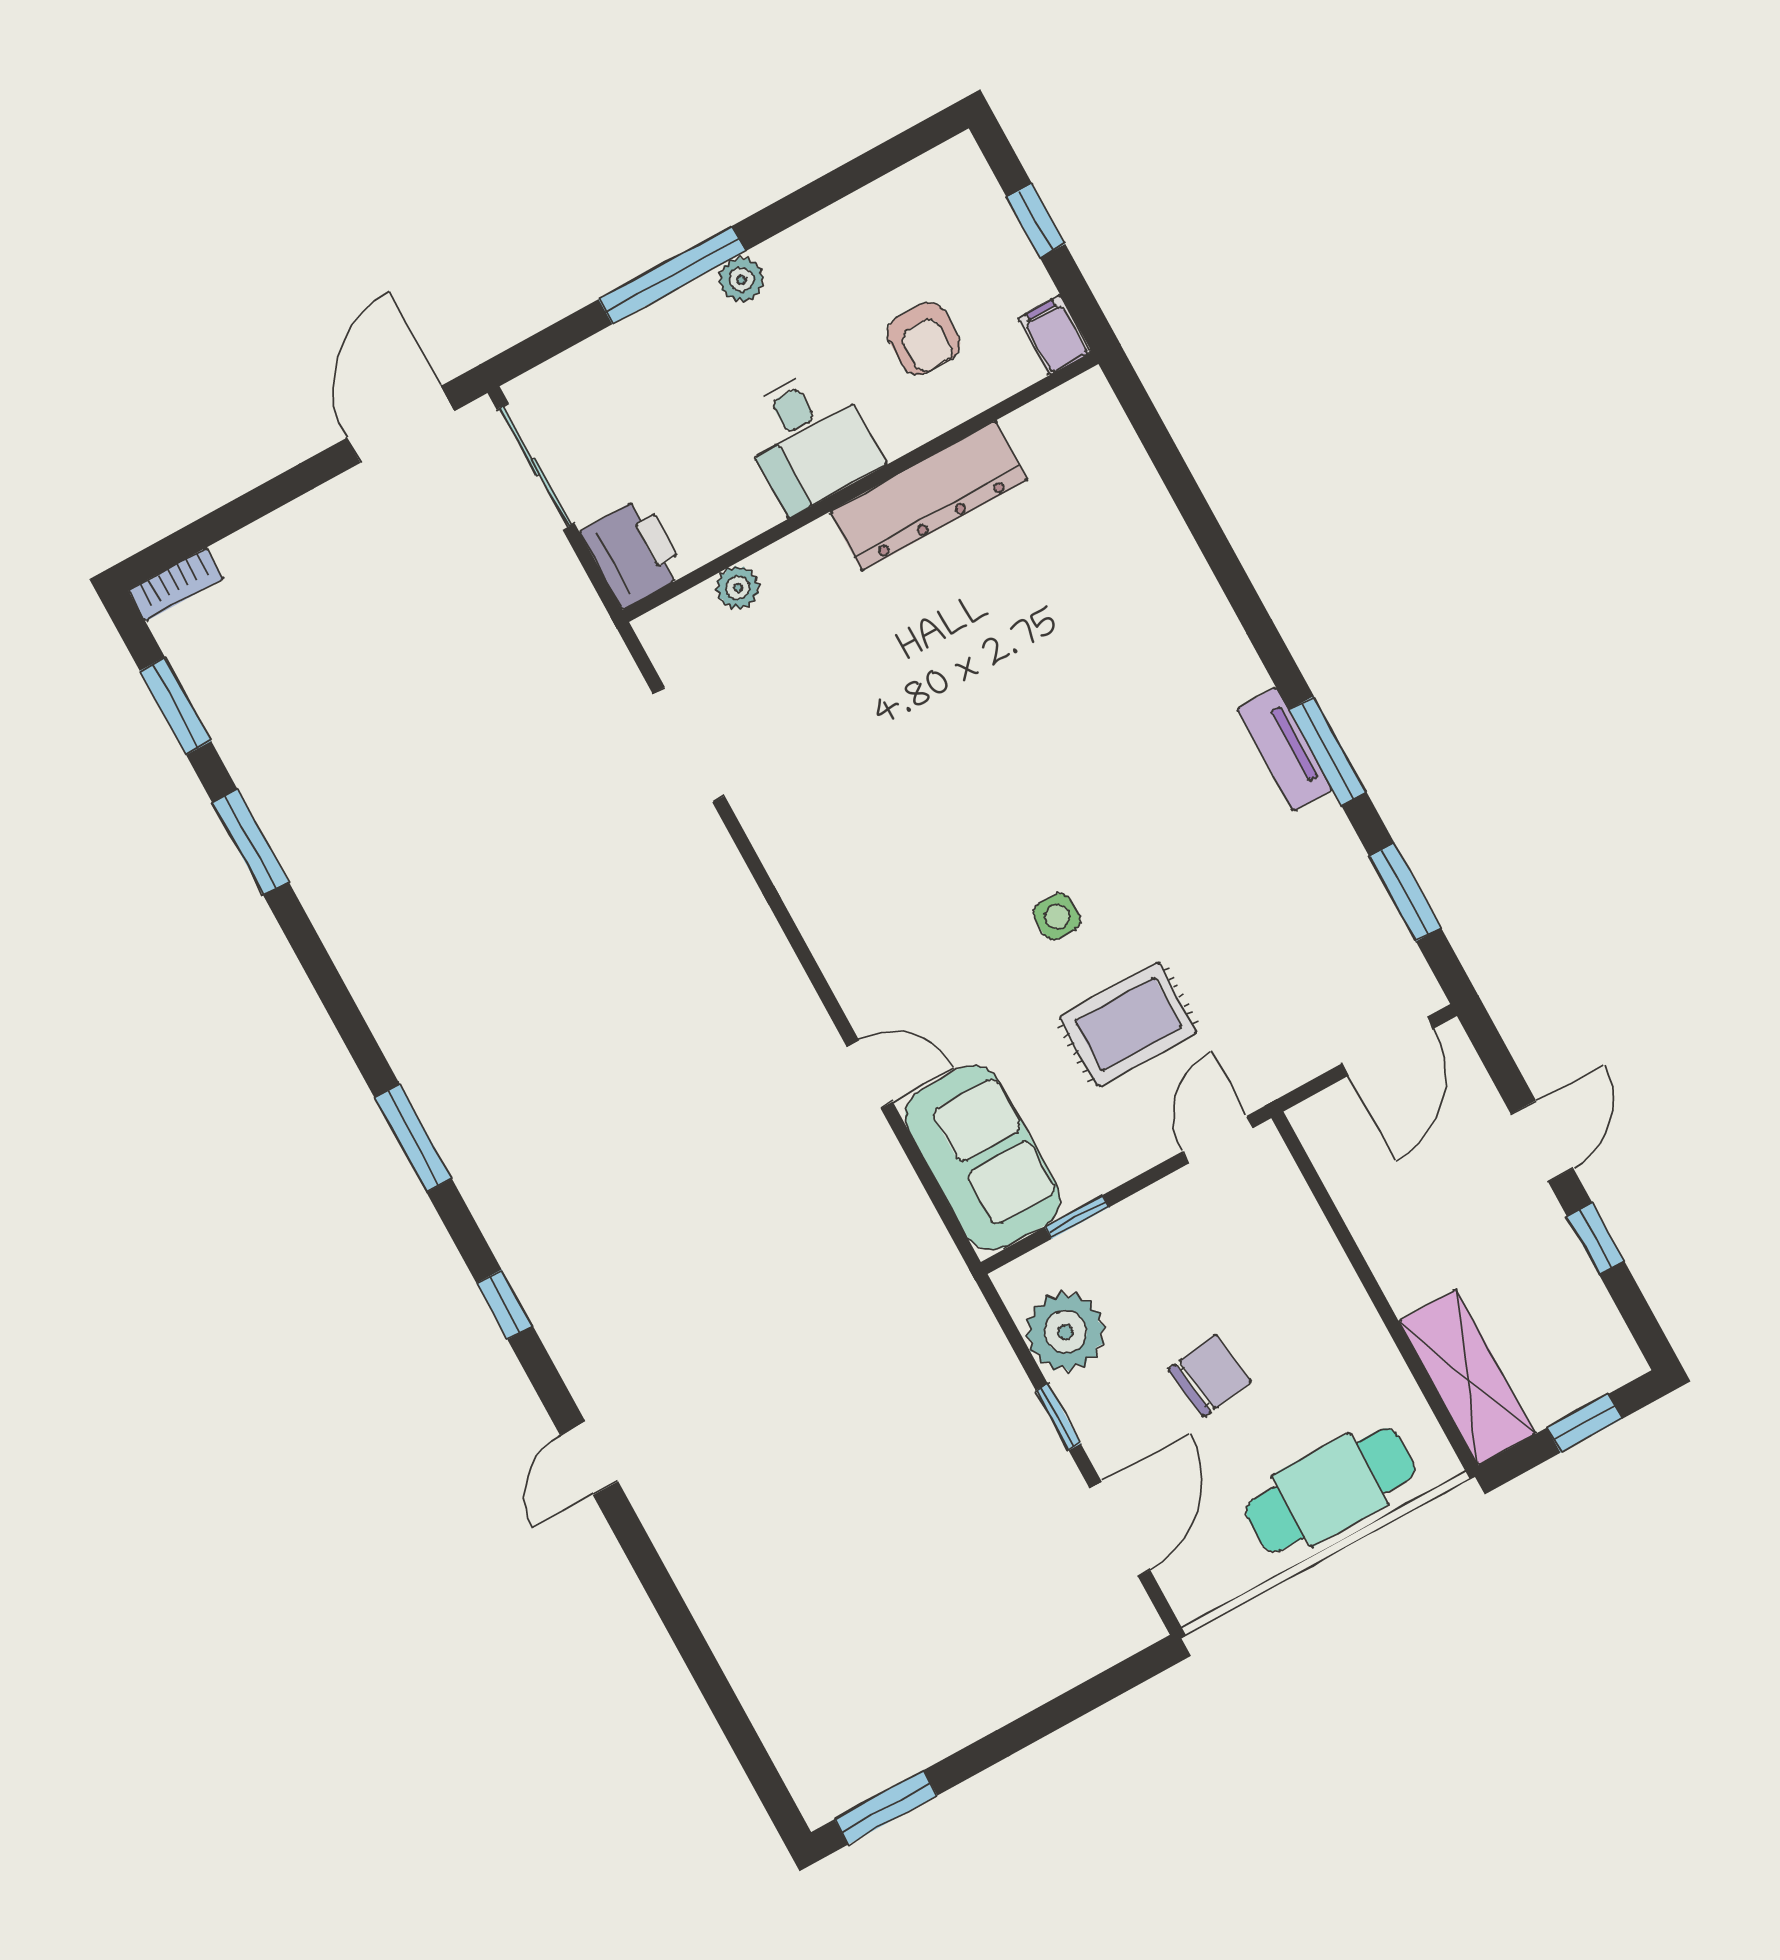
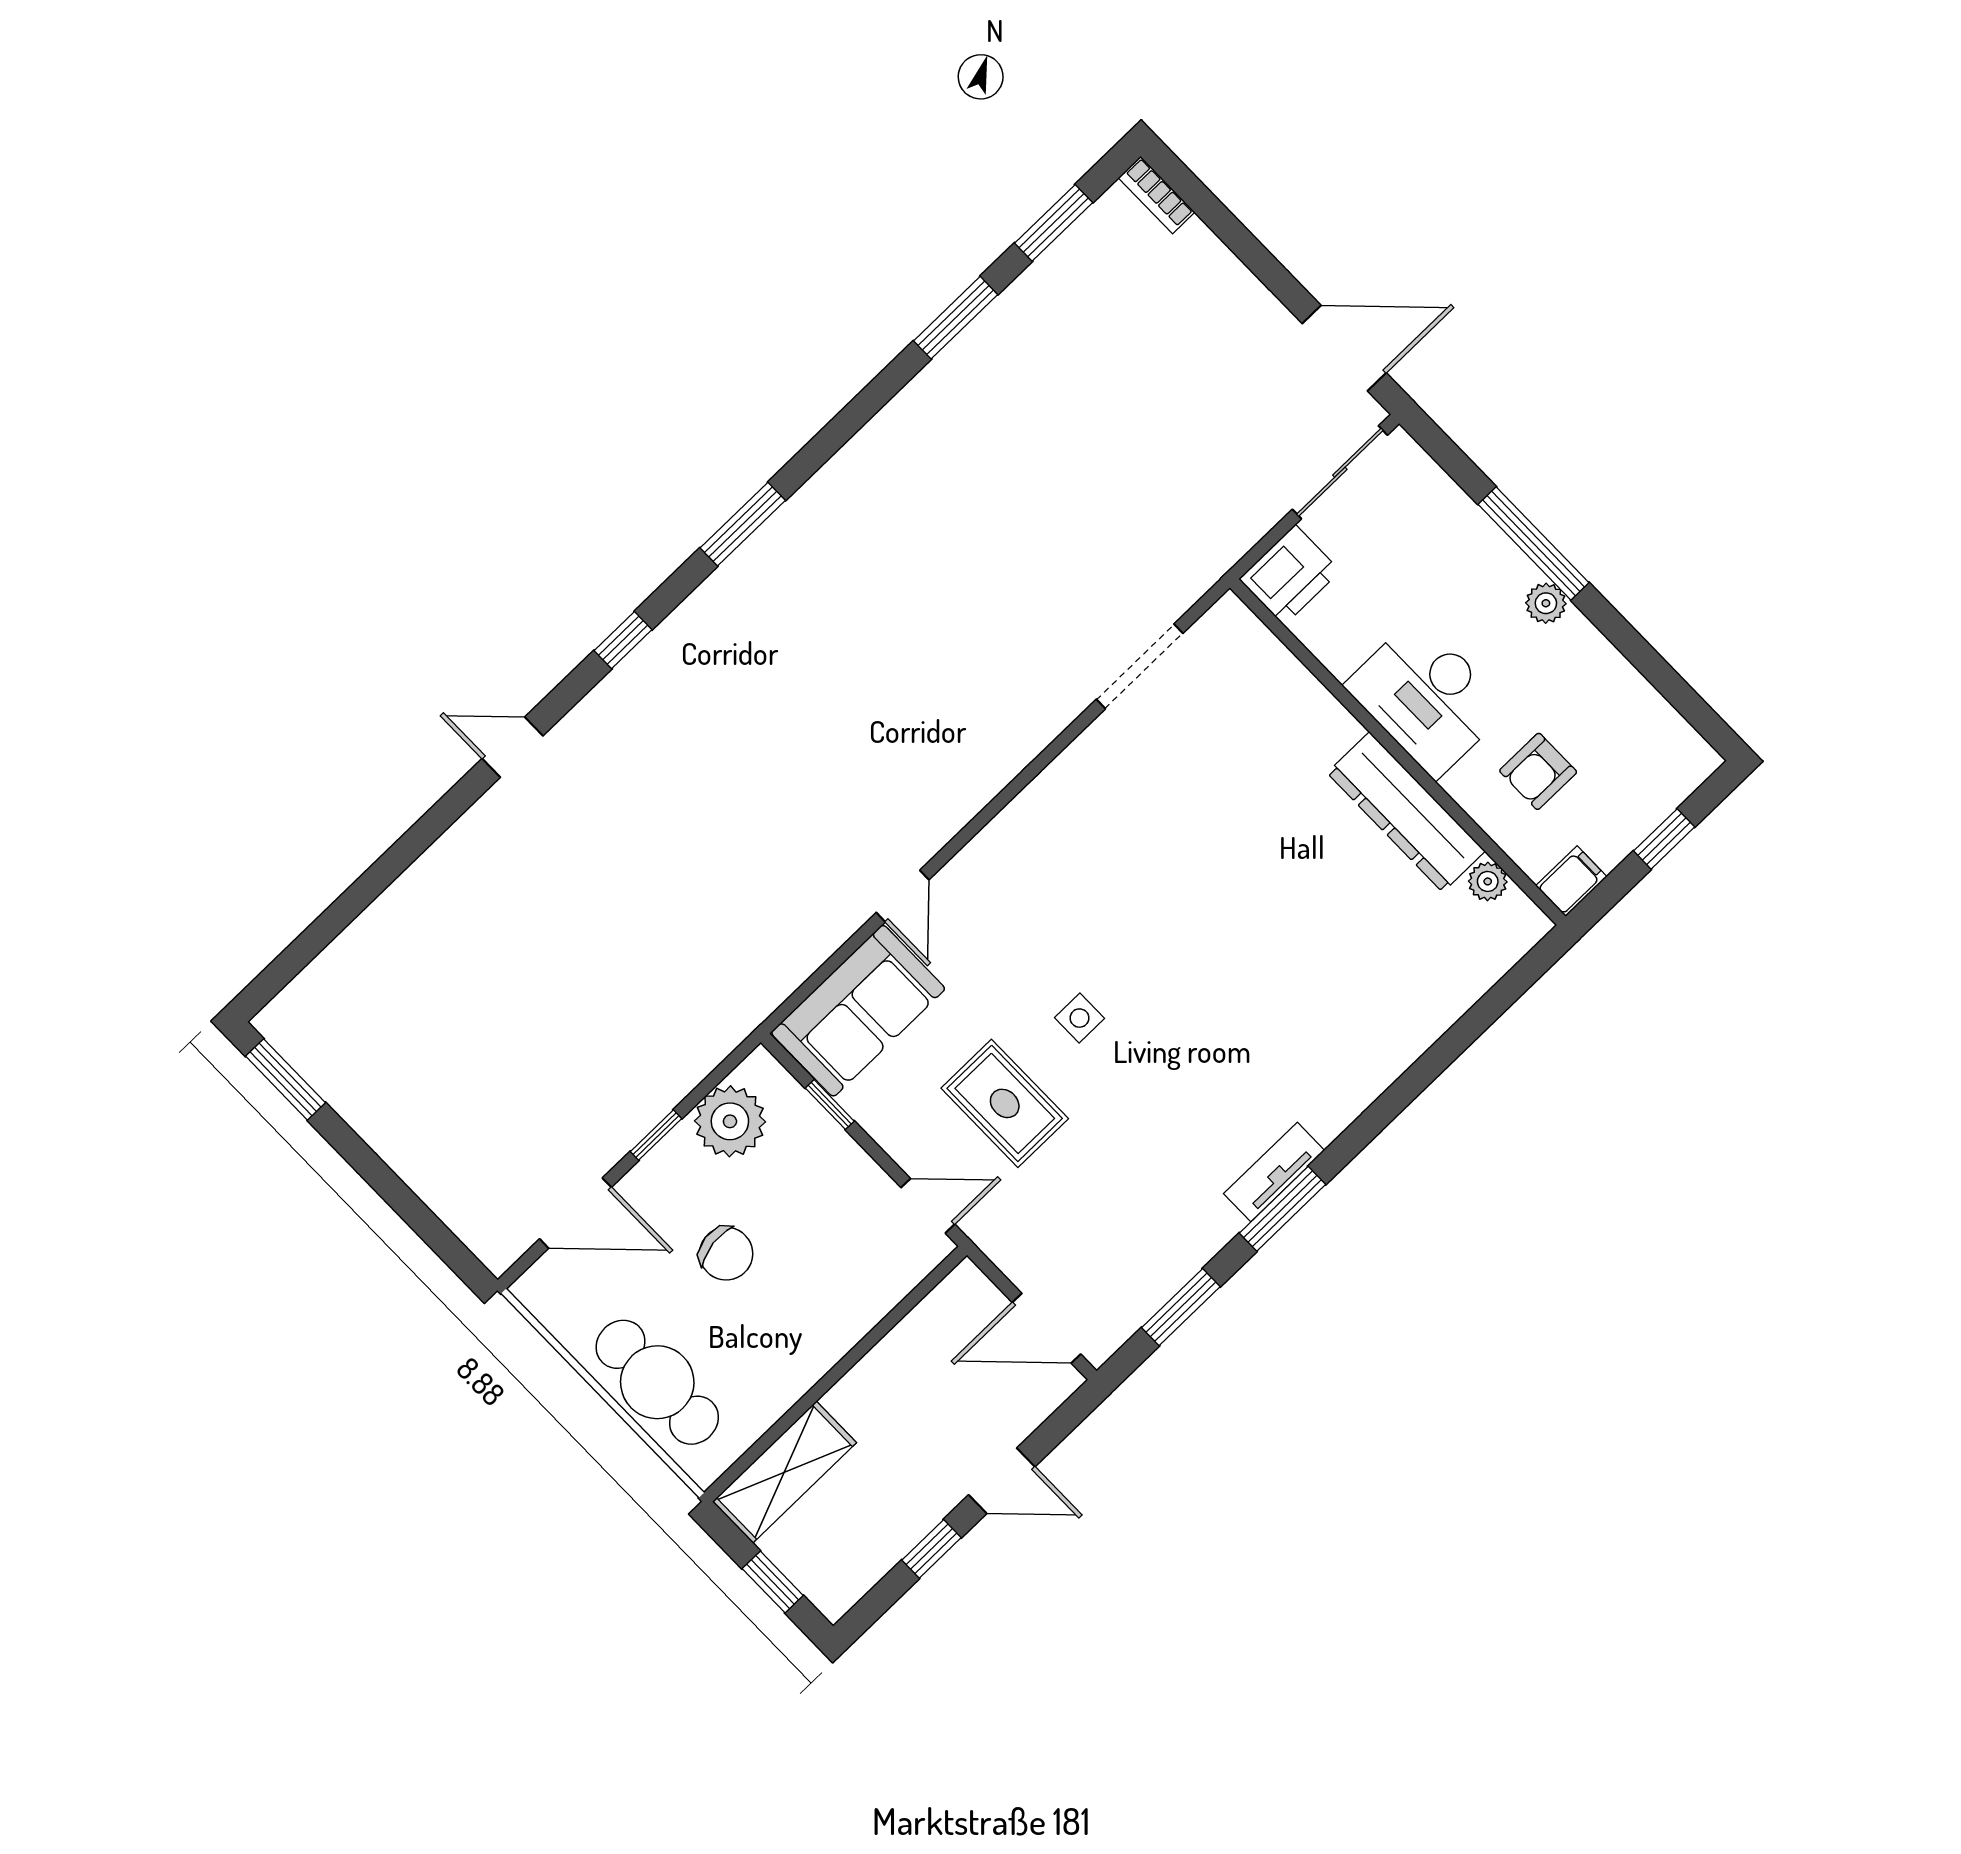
desk: (809, 439) -> (1427, 697), width x1.37
plant: (738, 588) -> (1488, 881), moved

